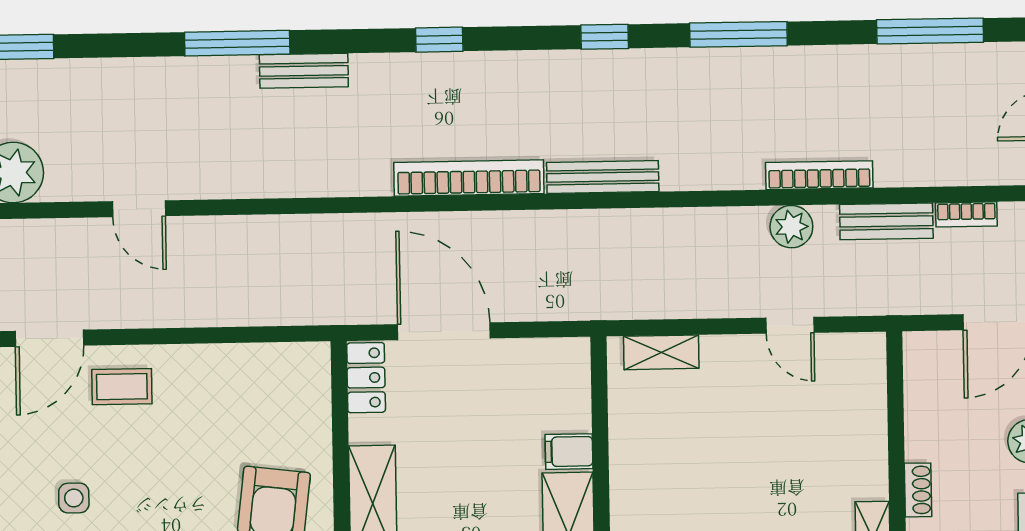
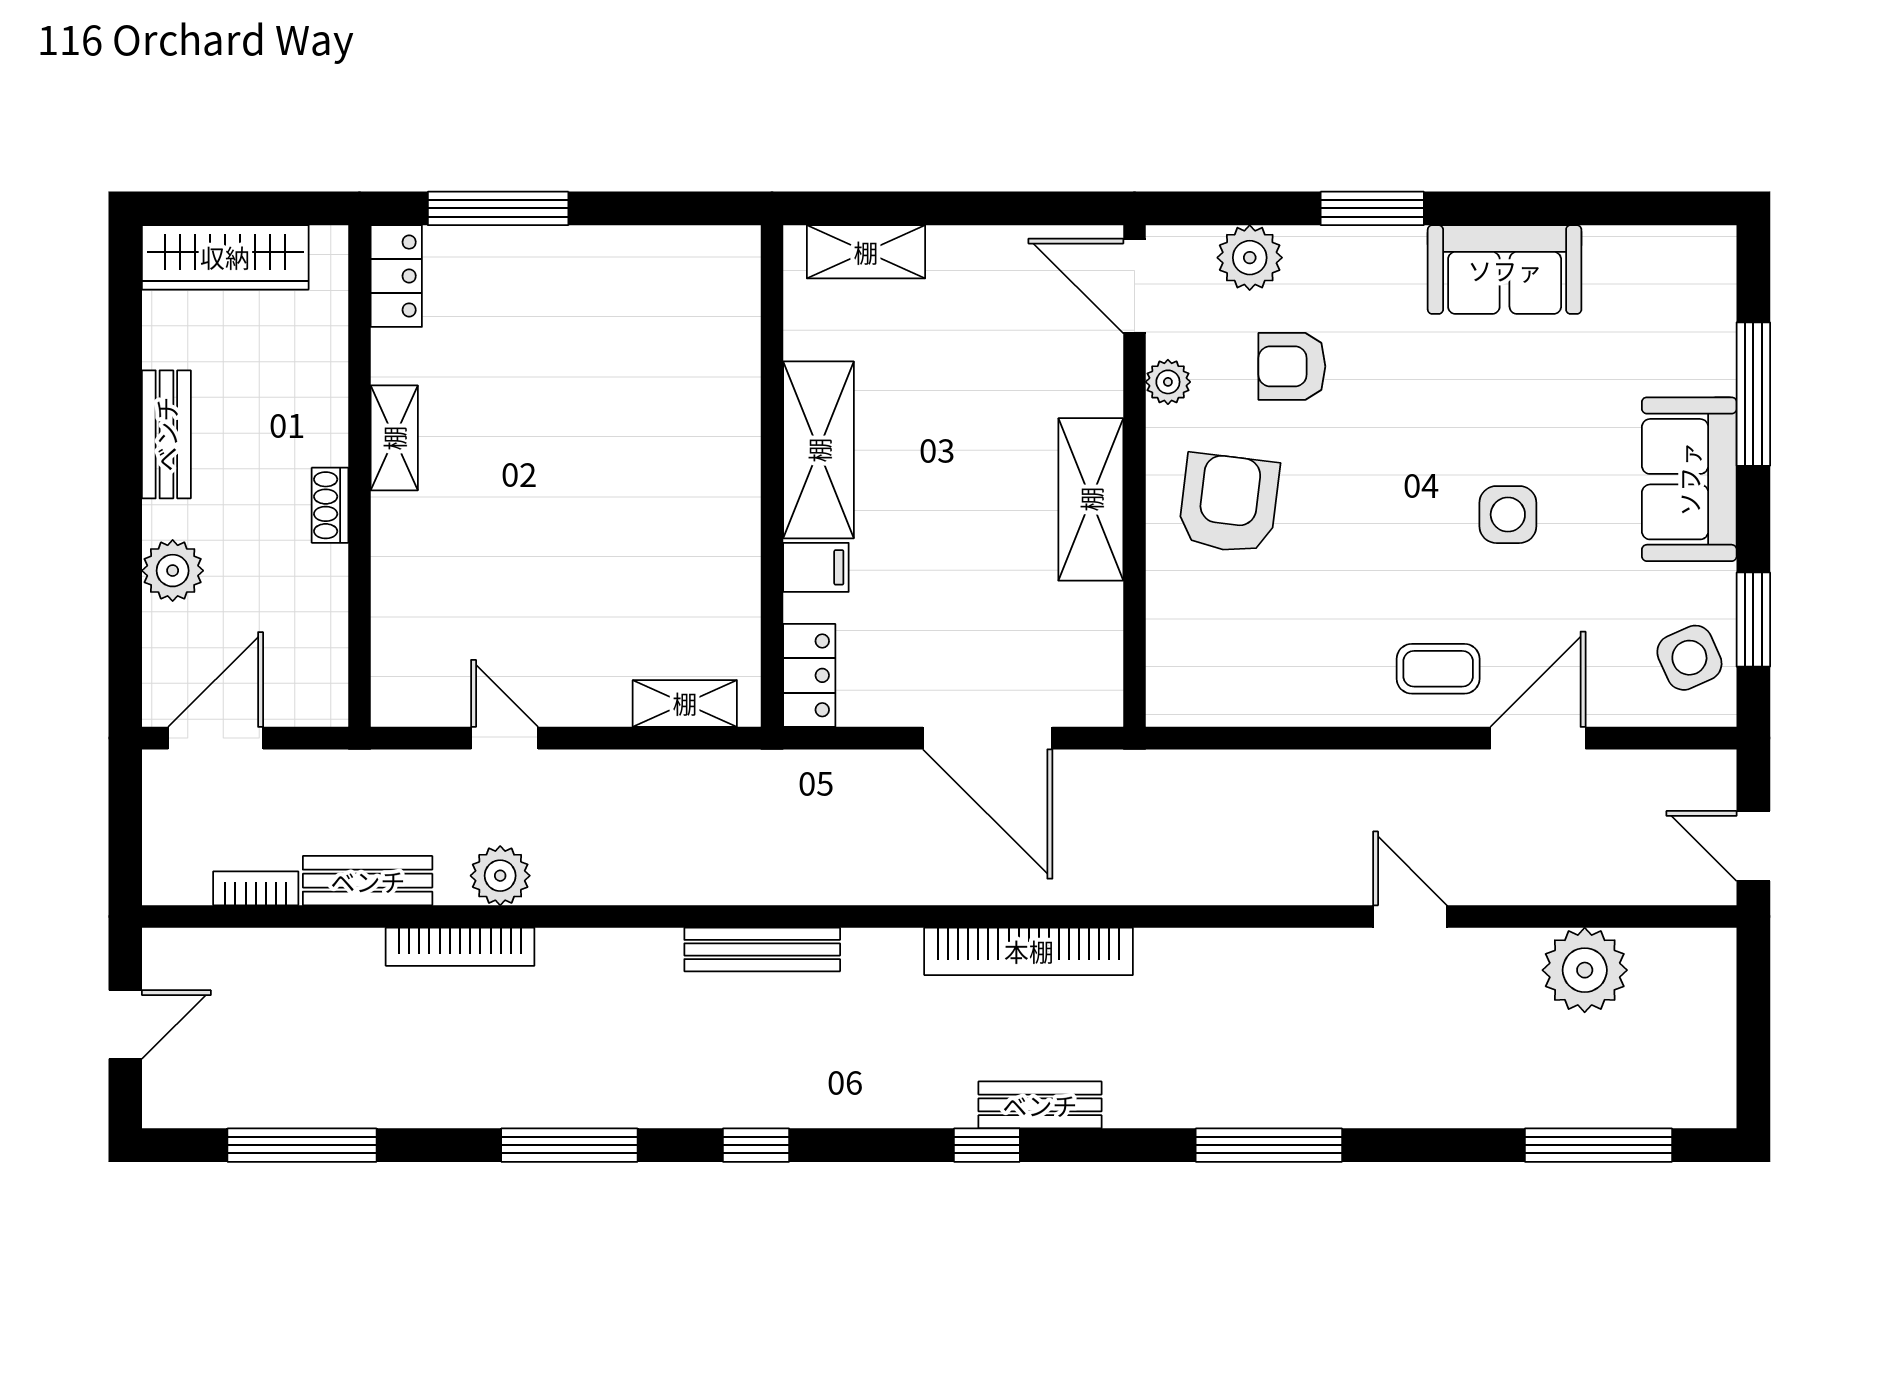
bench: (304, 71) -> (1040, 1105), moved
bookcase: (469, 178) -> (1029, 951), moved
locker: (366, 378) -> (809, 675), moved, turned 180
side table: (74, 498) -> (1508, 515), width x1.37, depth x1.37

